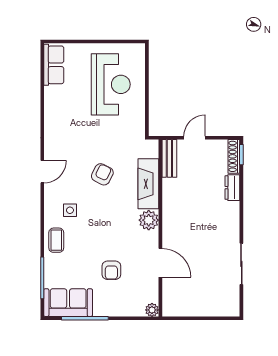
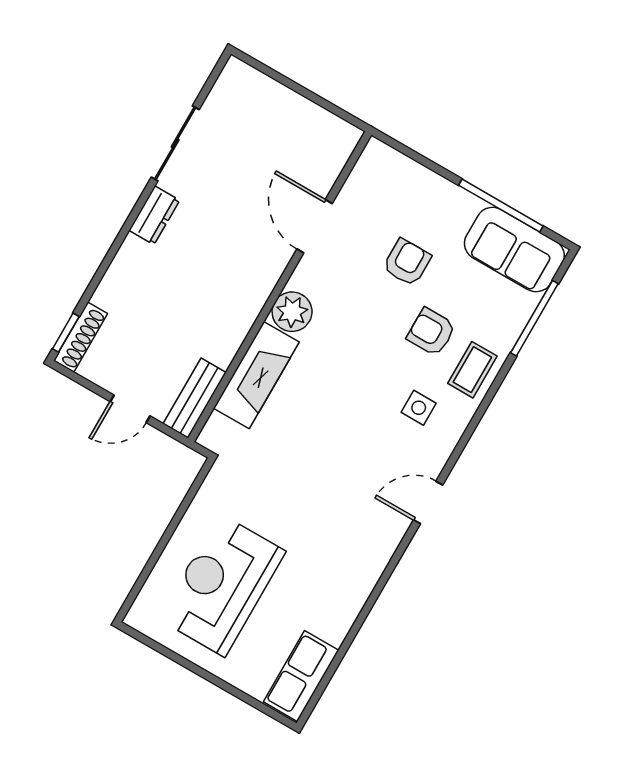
armchair: (102, 174) -> (431, 332), moved, turned 64
dresser: (232, 188) -> (154, 215), moved
plant: (152, 310) -> (376, 153), removed

